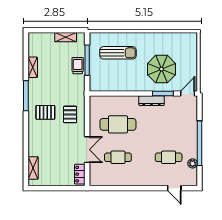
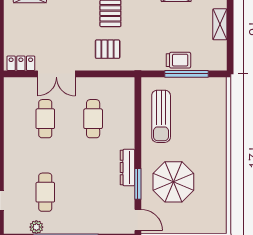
shelving: (66, 37) -> (220, 24), moved
sun lounger: (118, 53) -> (161, 116), moved
cafe table: (118, 124) -> (93, 119), width x0.73, depth x0.74

